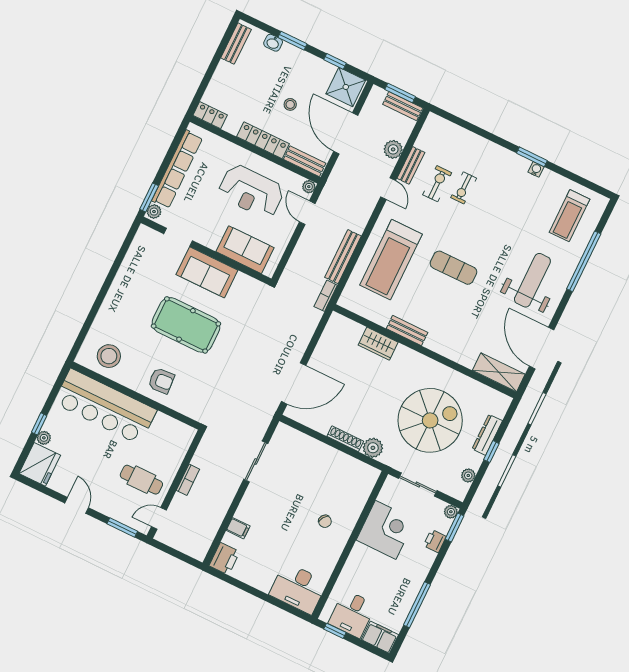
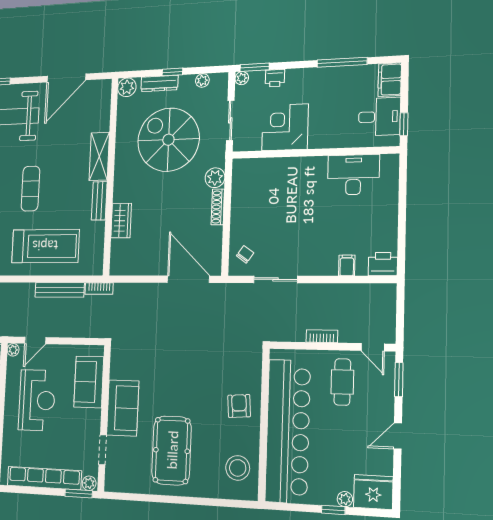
pool table: (186, 325) -> (172, 450), moved
shelving: (499, 372) -> (99, 156), moved
plant: (500, 403) -> (127, 87), added
bar counter: (105, 407) -> (288, 431), width x1.36
chair: (325, 521) -> (245, 254), moved
desk: (298, 588) -> (353, 175), moved, turned -90

